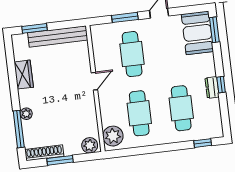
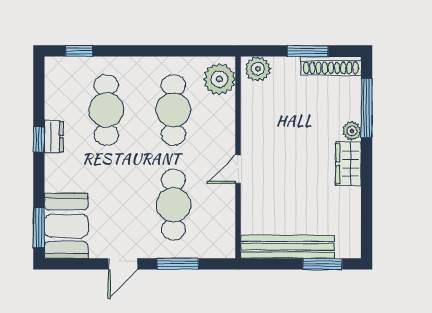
wardrobe: (24, 75) -> (348, 164), moved

